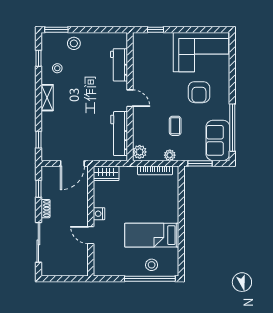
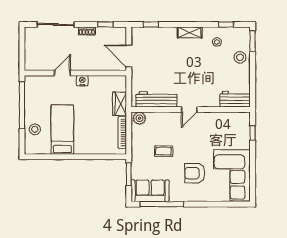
workbench: (119, 65) -> (235, 99), moved
plant: (170, 155) -> (136, 146), removed
wardrobe: (106, 173) -> (120, 104), moved
window: (150, 279) -> (22, 105), moved

